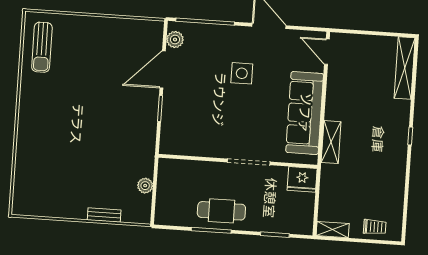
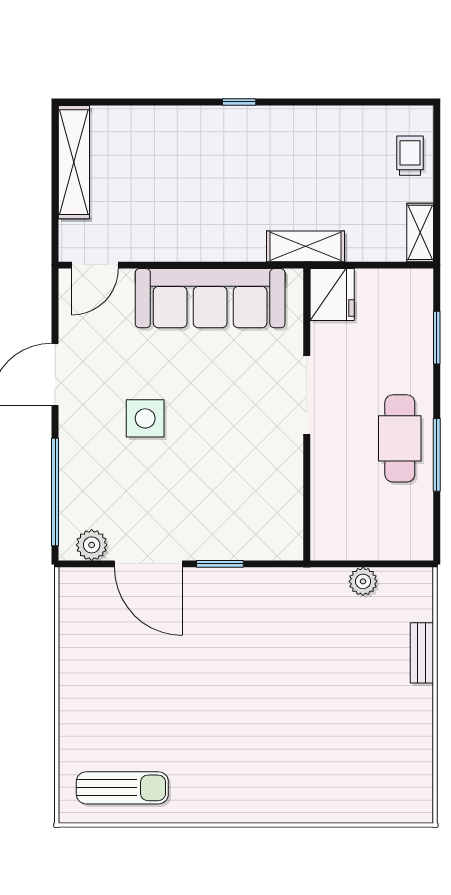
shelving: (405, 68) -> (74, 162), moved, turned 90
shelving: (331, 142) -> (305, 246), moved

